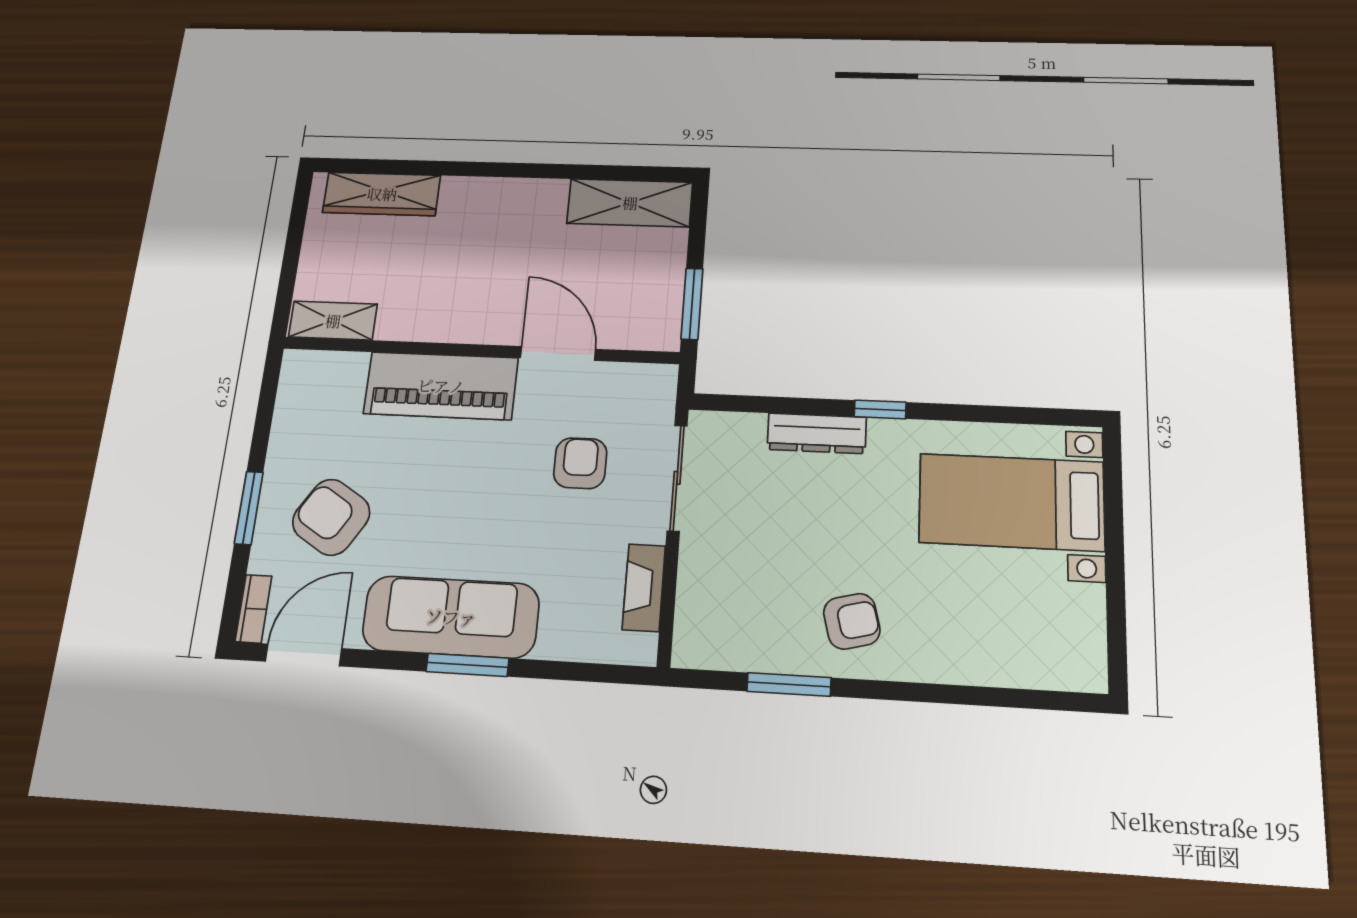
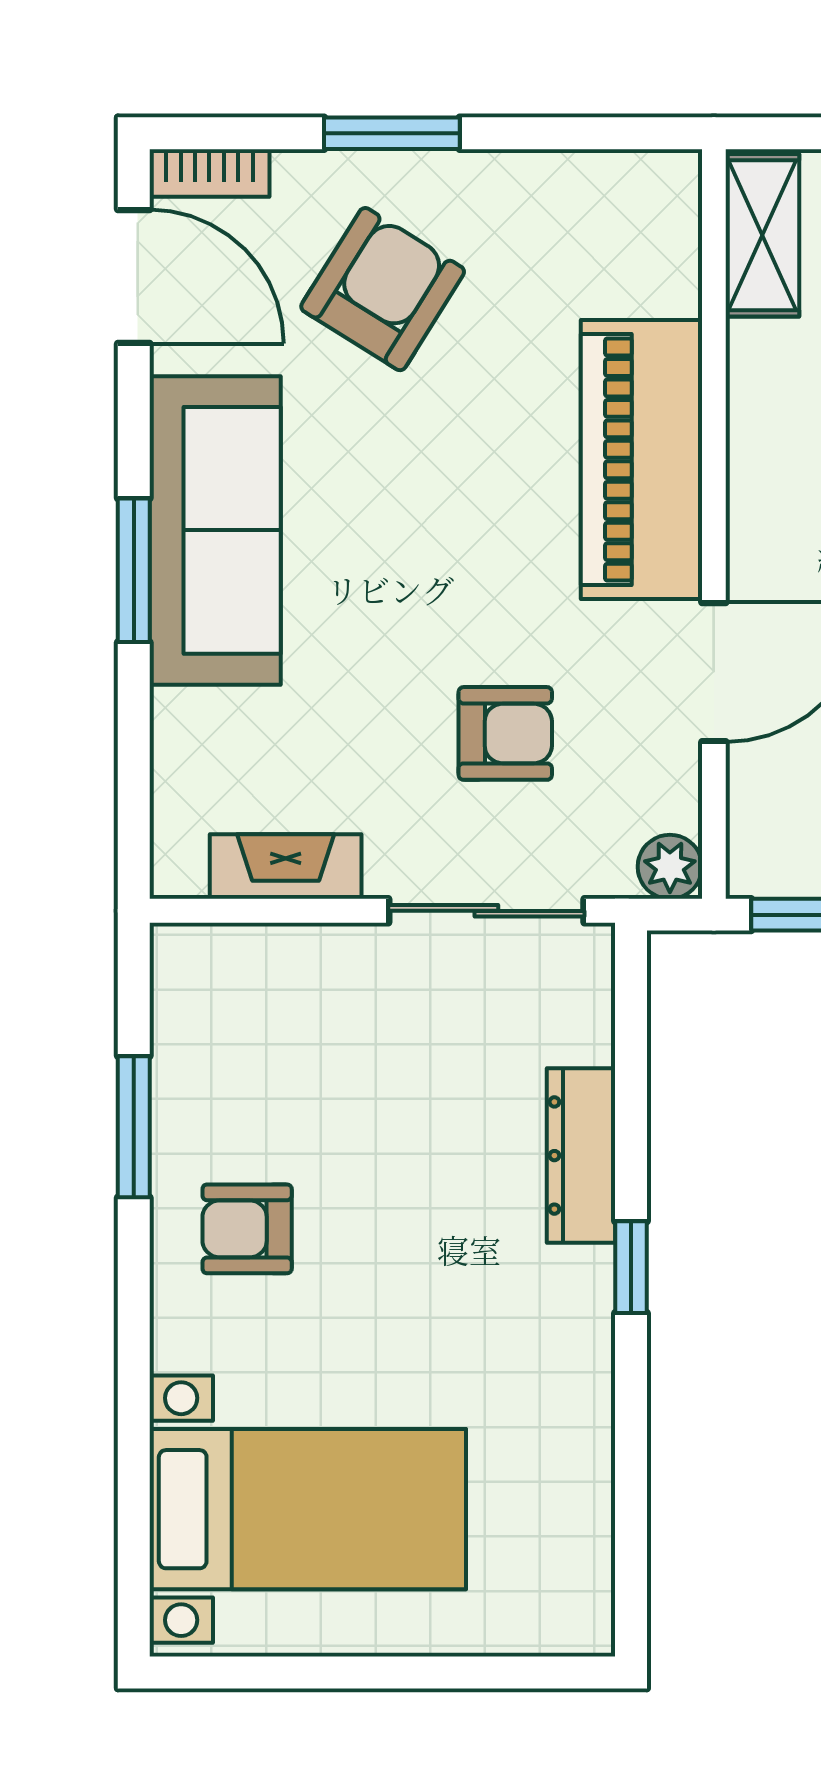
plant: (660, 380) -> (670, 867), added
bed with nightstands: (1011, 502) -> (308, 1509), moved, turned 90
armchair: (852, 621) -> (247, 1229), turned 104

